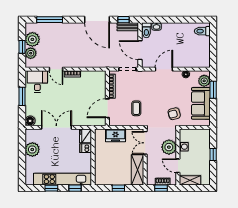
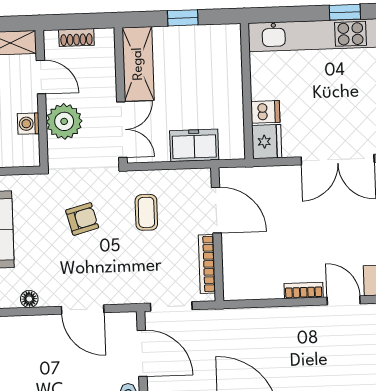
door: (164, 69) -> (83, 310), hinge flipped
door: (107, 108) -> (216, 210), hinge flipped
armchair: (174, 114) -> (82, 219), moved
window: (75, 188) -> (288, 14), removed
window: (161, 188) -> (79, 21), removed

